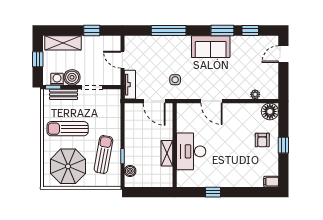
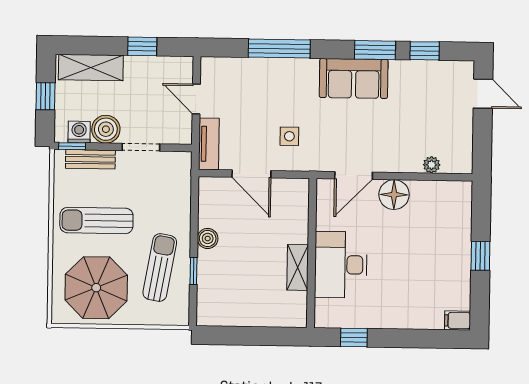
door: (283, 54) -> (483, 94), swing flipped
door: (211, 101) -> (354, 175), hinge flipped
floor lamp: (270, 111) -> (394, 195), moved
armchair: (262, 140) -> (443, 246), removed
wall: (175, 145) -> (312, 253), moved
desk: (191, 151) -> (341, 265), moved
shelving: (167, 153) -> (298, 267), moved
boiler: (130, 171) -> (208, 238), moved

